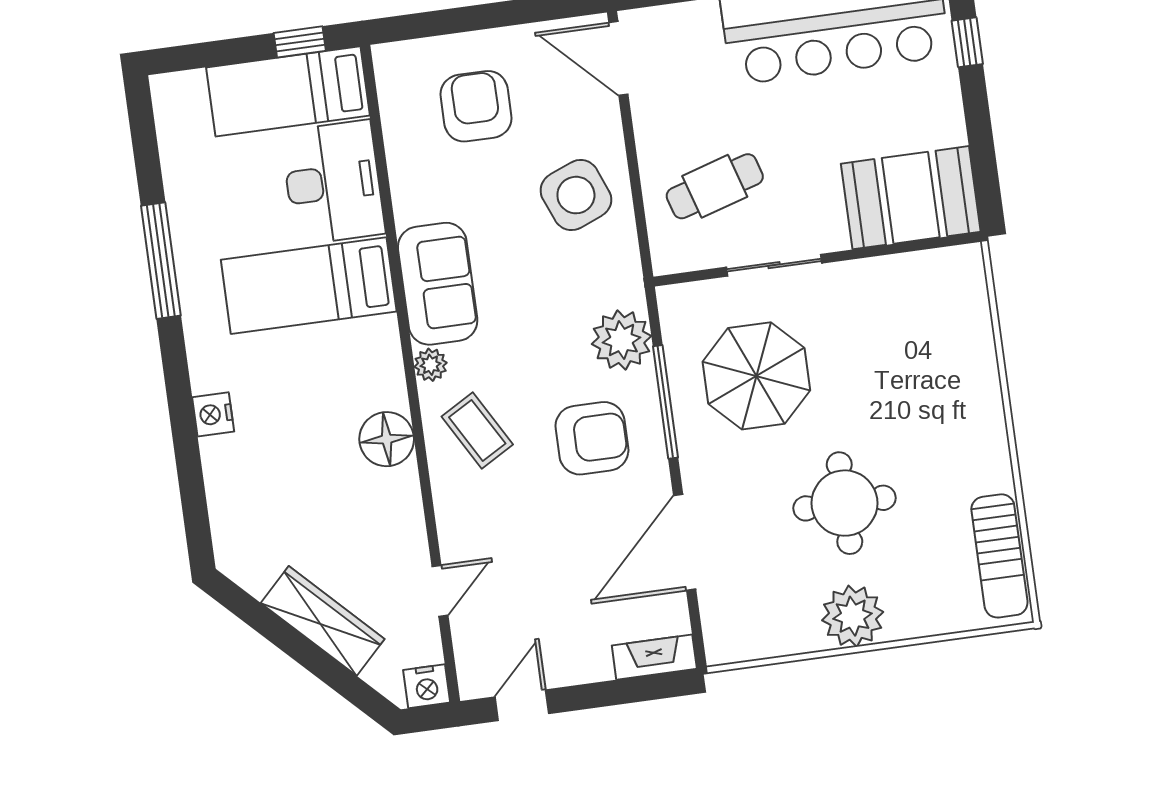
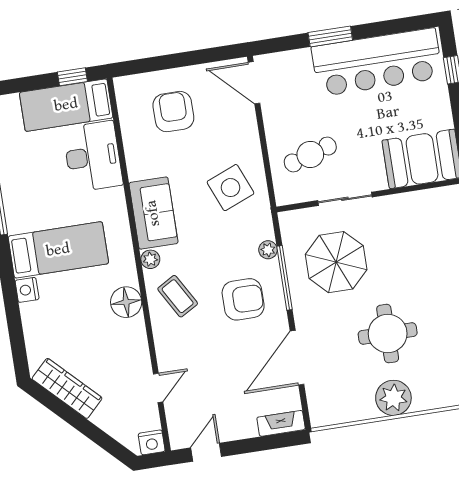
side table: (576, 195) -> (231, 188), moved
bed: (309, 286) -> (58, 250), moved, turned 180
plant: (621, 340) -> (268, 250), width x0.53, depth x0.53
wardrobe: (323, 621) -> (67, 388), moved

